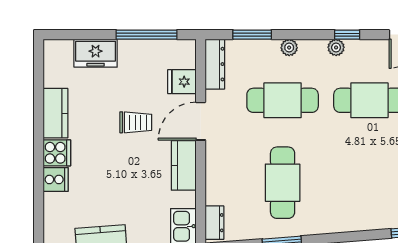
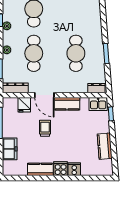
cafe table: (283, 183) -> (76, 53), turned 90

